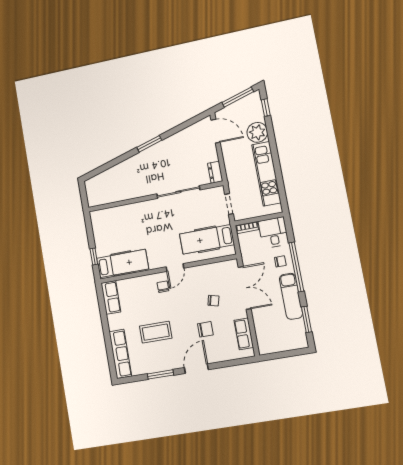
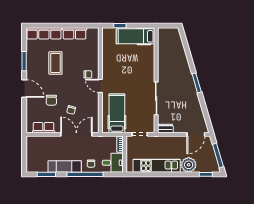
hospital bed: (123, 263) -> (135, 36), moved, turned 90
double door: (245, 288) -> (76, 134), swing flipped
row of seats: (111, 297) -> (75, 33), moved

